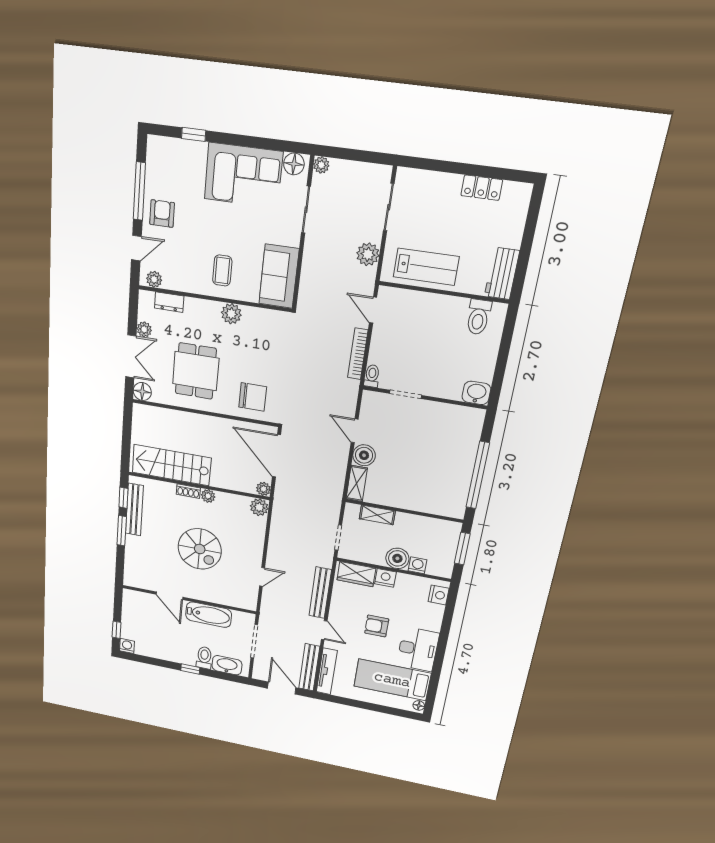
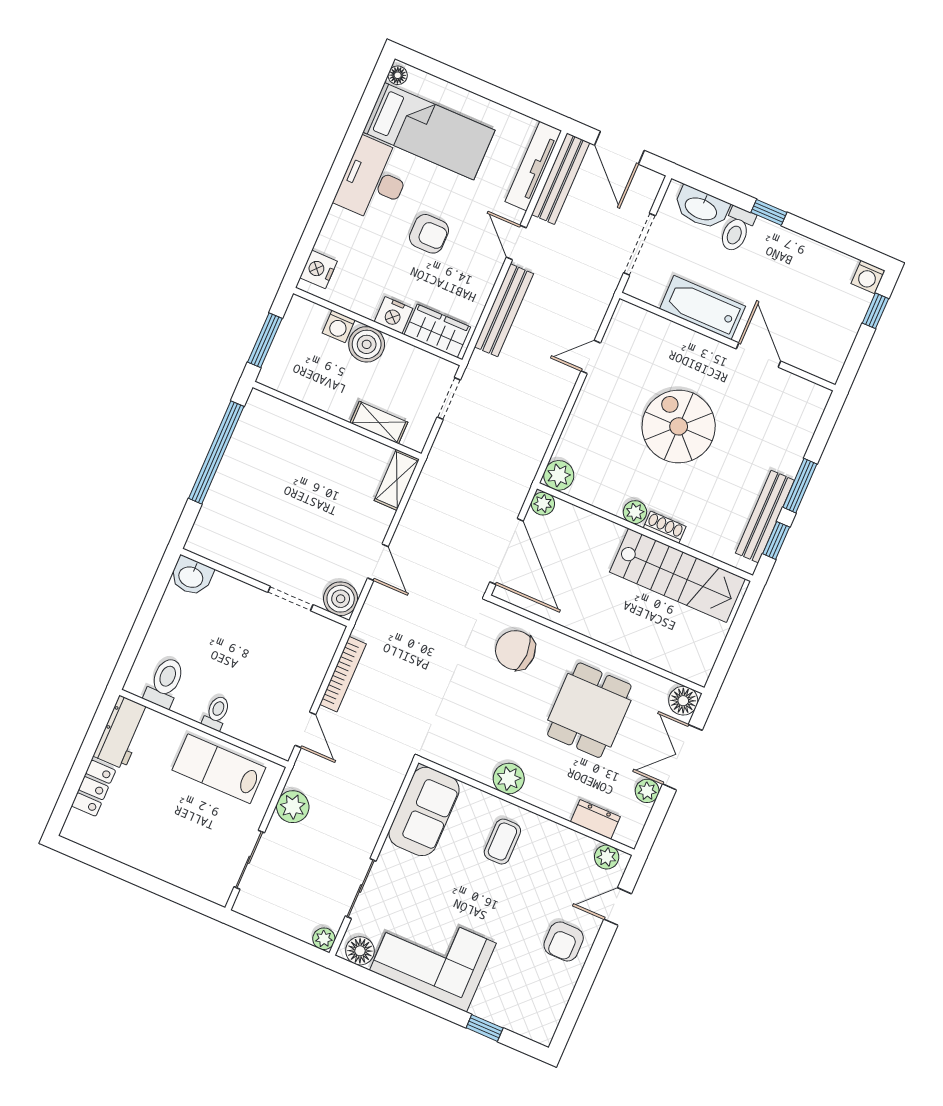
locker: (482, 188) -> (94, 788), moved, turned 90
window: (139, 191) -> (586, 980), removed
toilet: (372, 376) -> (217, 713), moved, turned 180
boiler: (364, 455) -> (341, 599), moved

